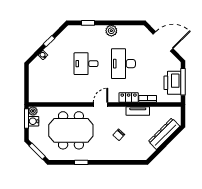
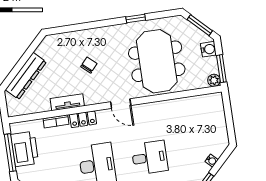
door: (101, 104) -> (121, 104), hinge flipped
water cooler: (34, 121) -> (208, 49), moved
meeting table: (71, 130) -> (157, 61), turned 90

